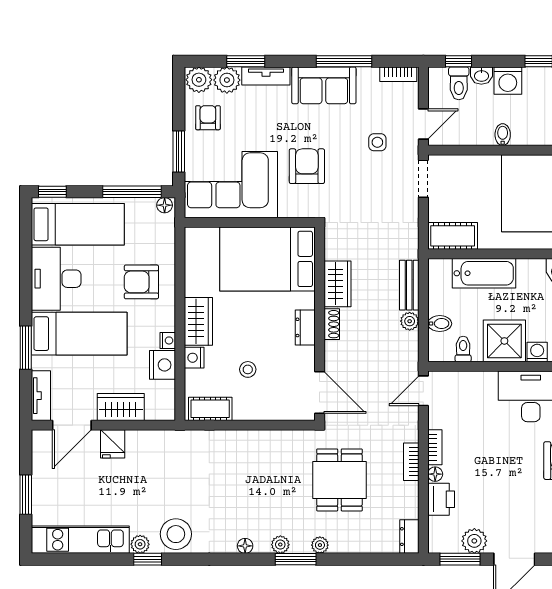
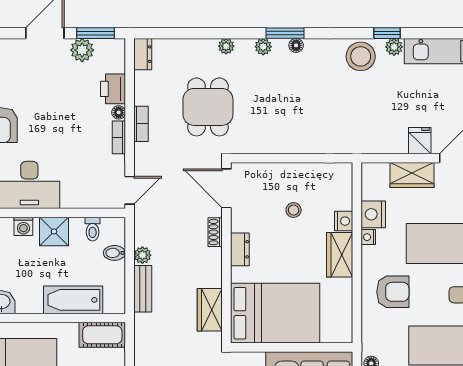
wardrobe: (338, 284) -> (210, 310), moved
shoe rack: (332, 324) -> (215, 232), moved
shower: (504, 341) -> (54, 231), width x0.73, depth x0.73
cot: (210, 409) -> (329, 173), removed
window: (296, 559) -> (285, 33), moved

